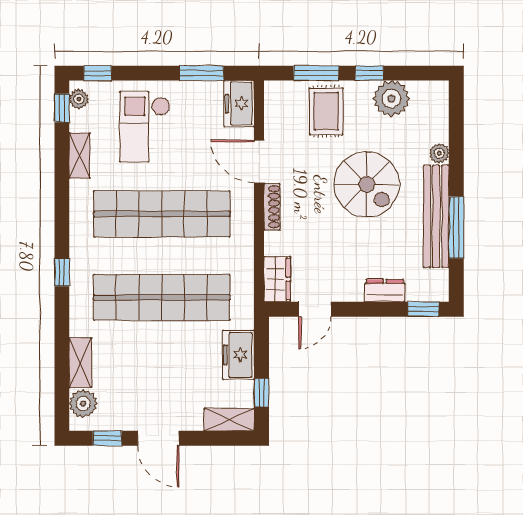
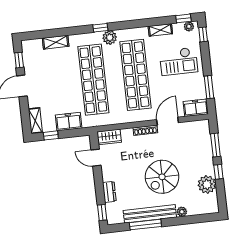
rug: (326, 111) -> (197, 152), removed
checkout: (145, 127) -> (179, 61), turned 180
plant: (83, 404) -> (110, 38), moved

